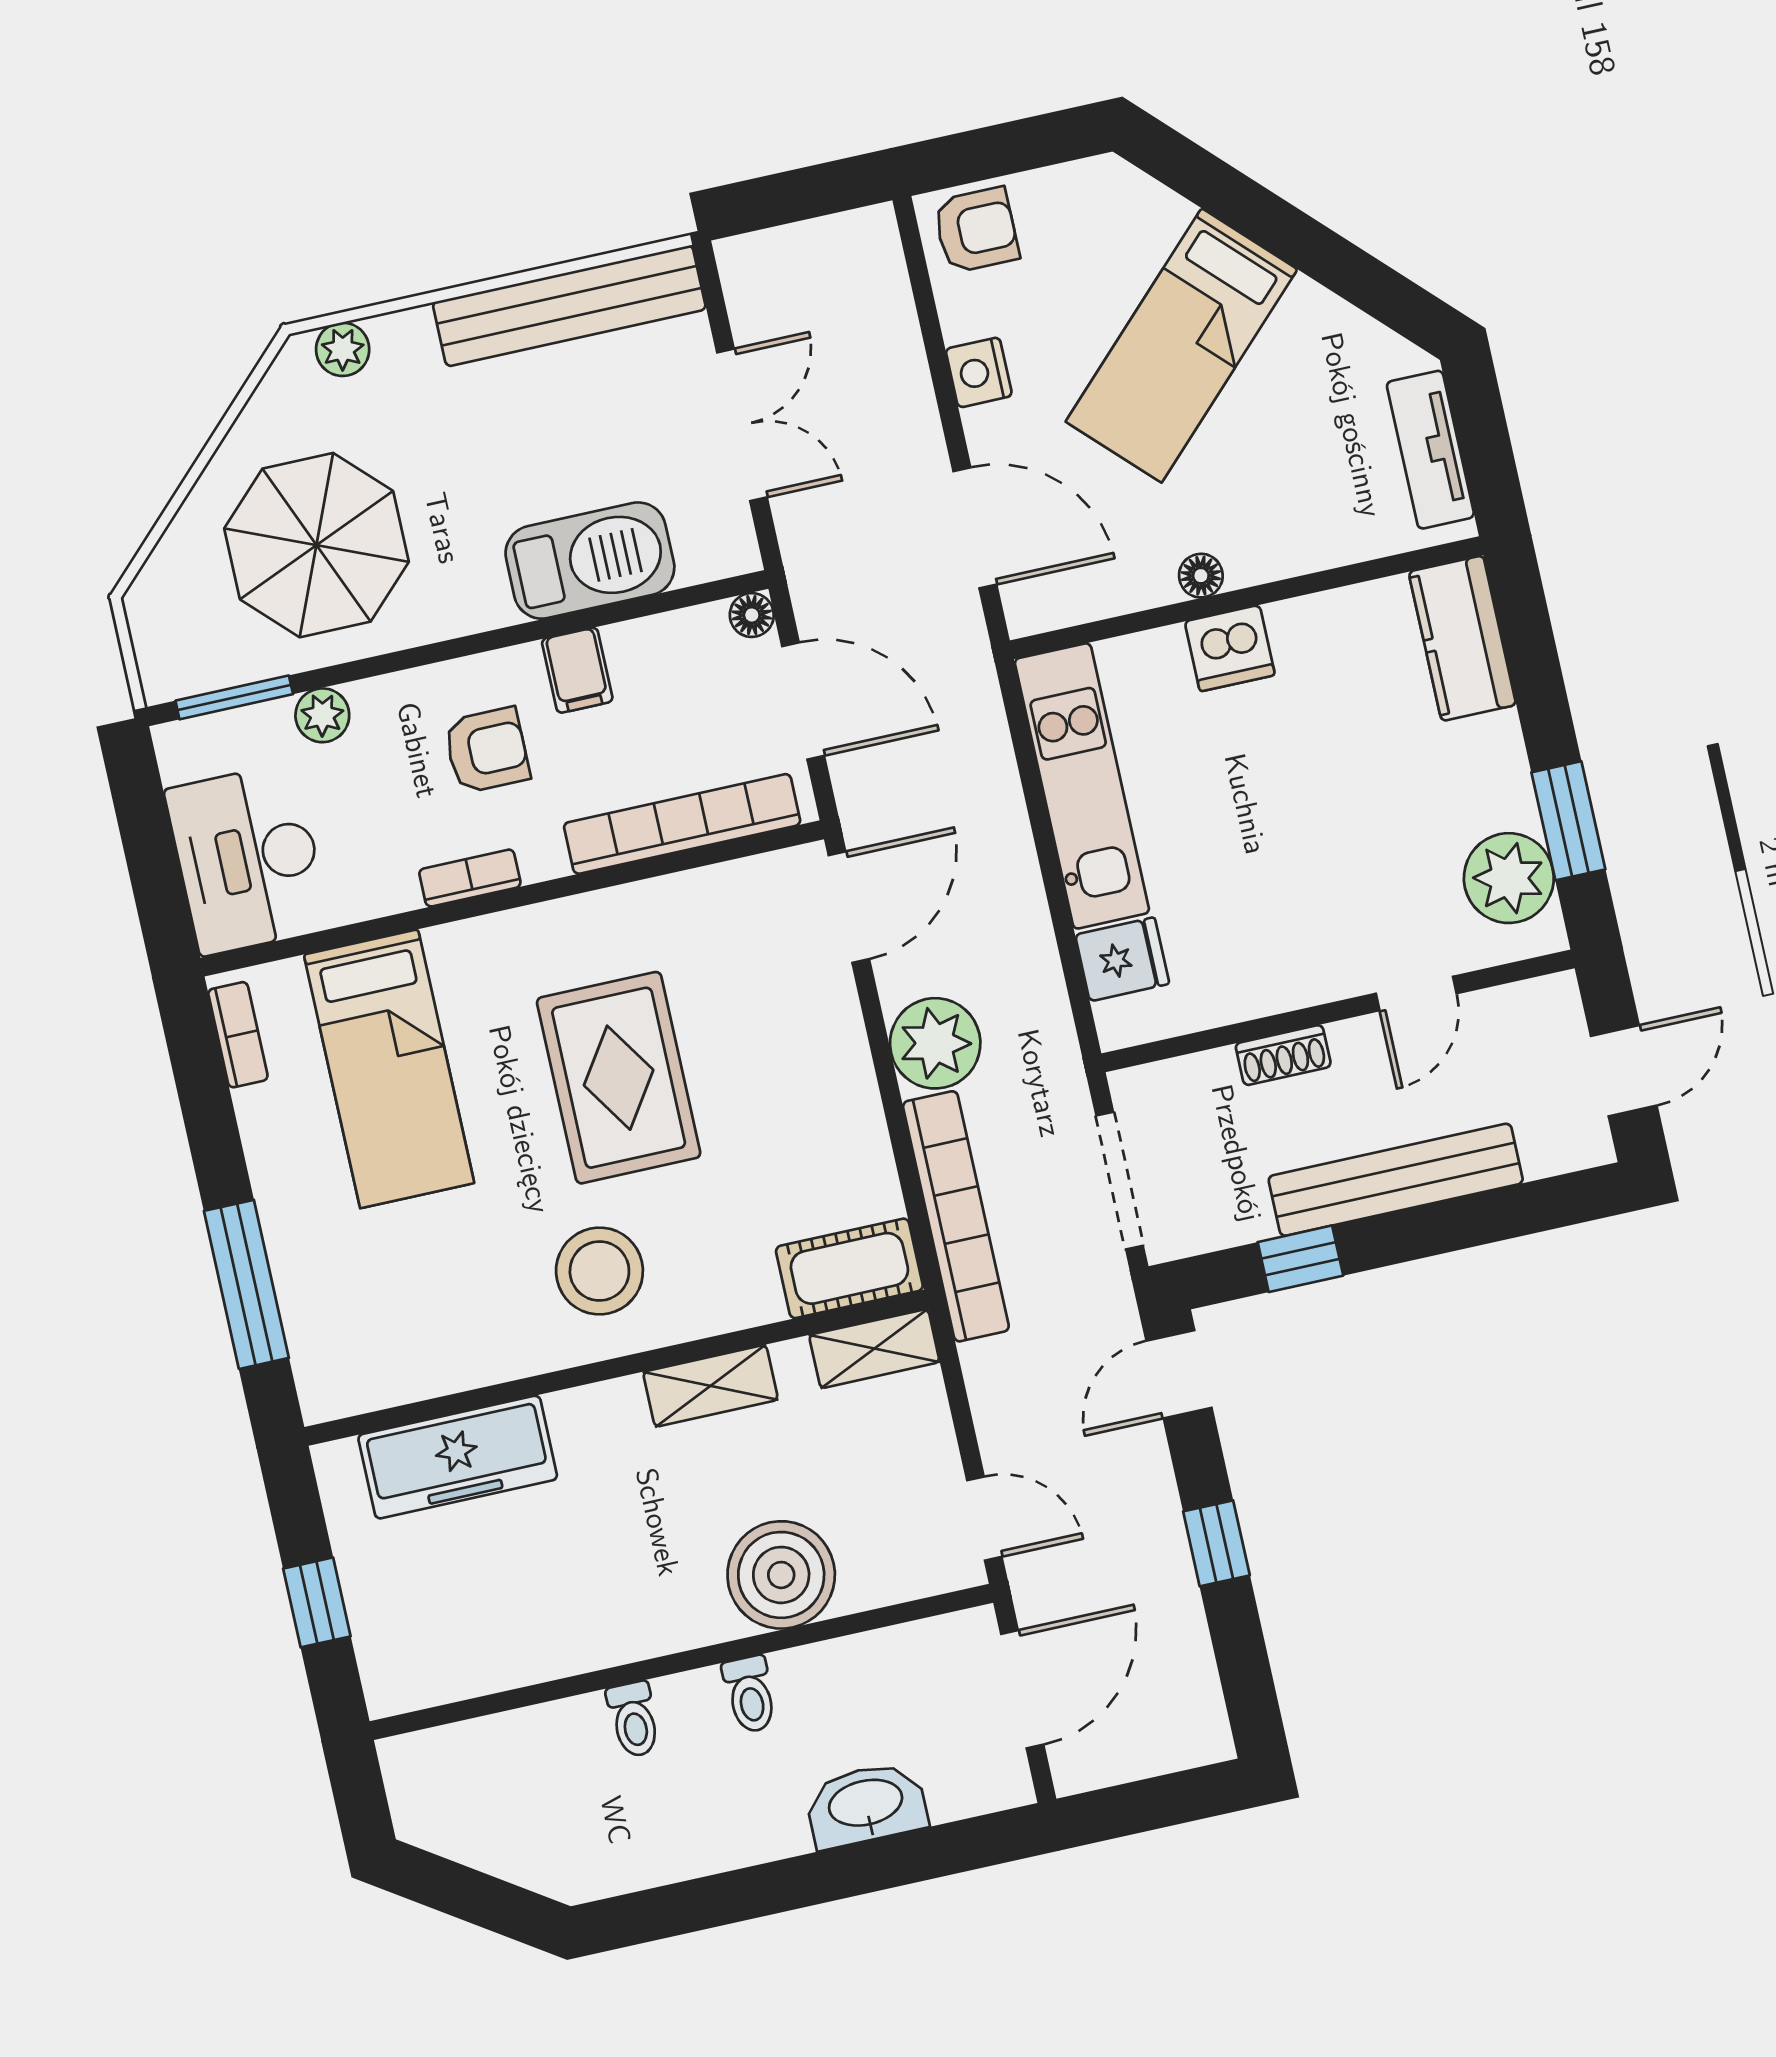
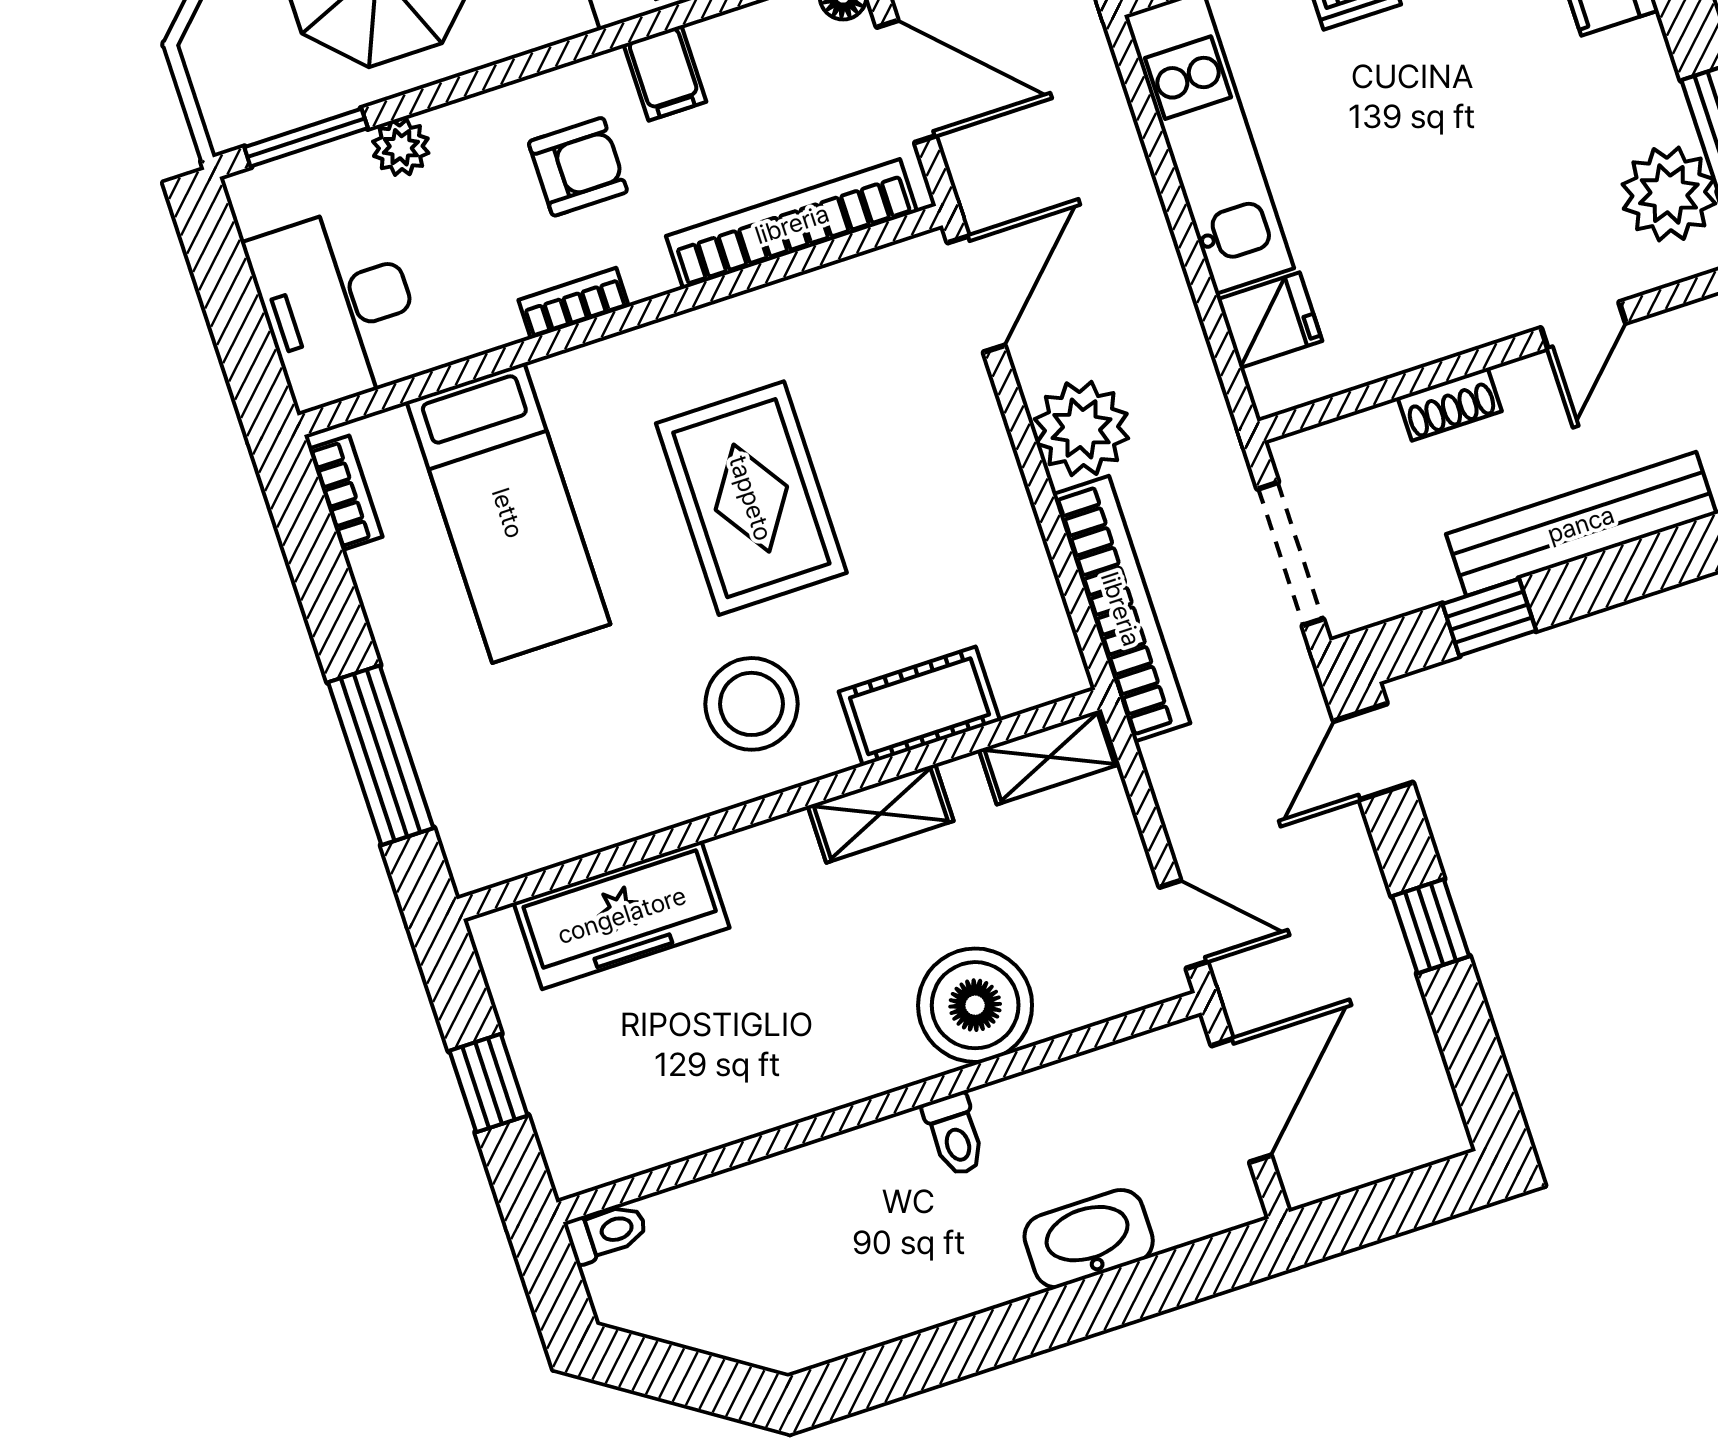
cot: (849, 1268) -> (919, 706), moved
toilet: (634, 1719) -> (606, 1233), moved, turned -90

